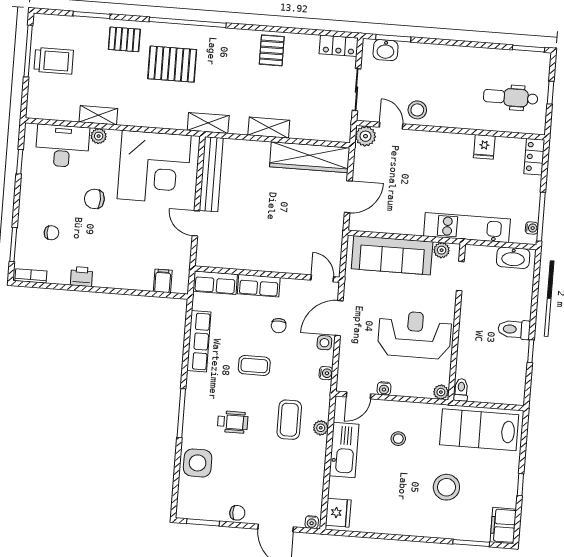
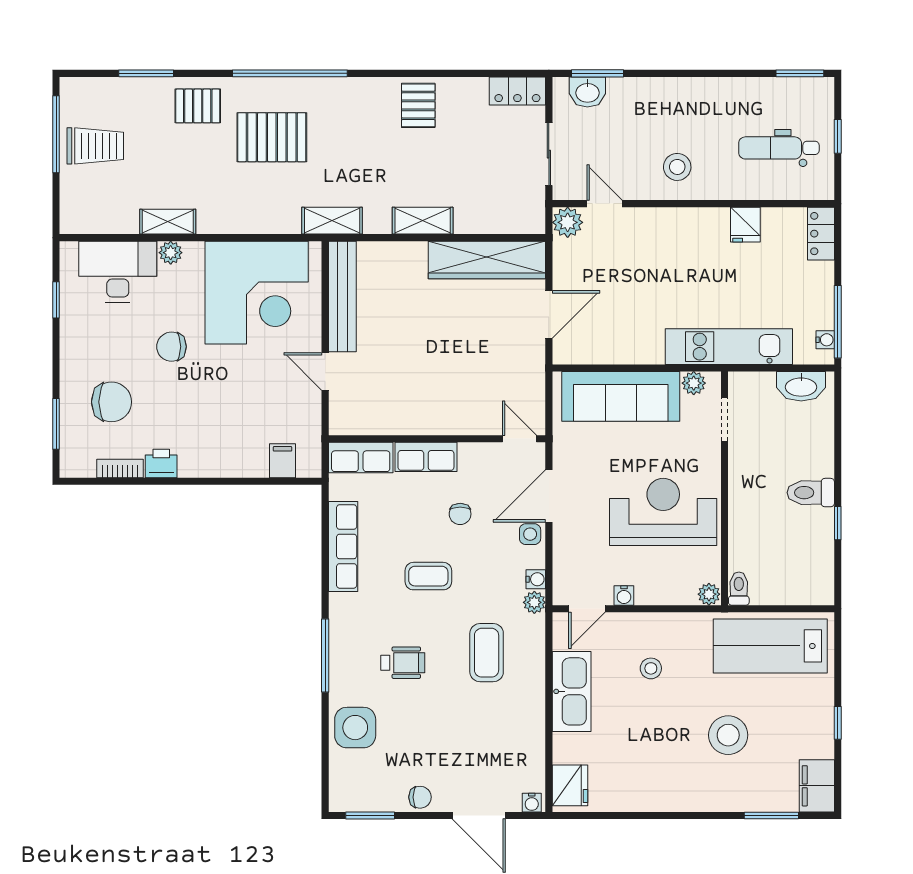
stool: (417, 110) -> (677, 167), moved
chair: (51, 233) -> (111, 402), width x1.87, depth x1.87
bookcase: (31, 276) -> (120, 469), moved
plant: (321, 428) -> (534, 602), moved

